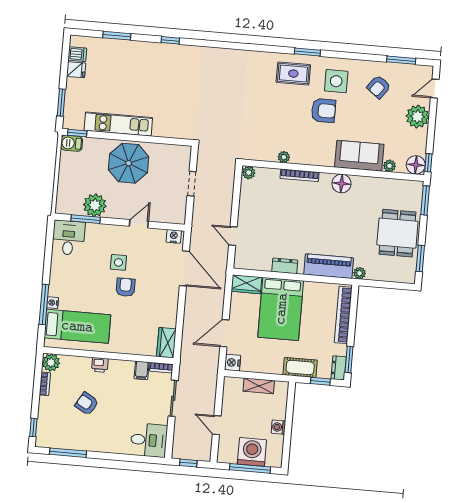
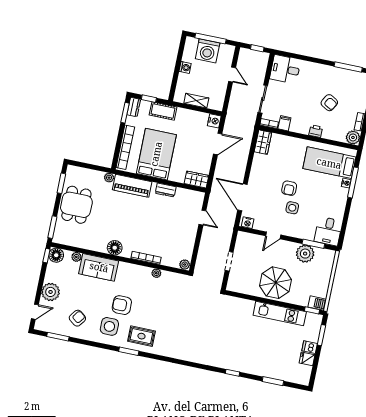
dishwasher: (77, 54) -> (310, 347), moved
bed: (281, 309) -> (156, 154), moved

